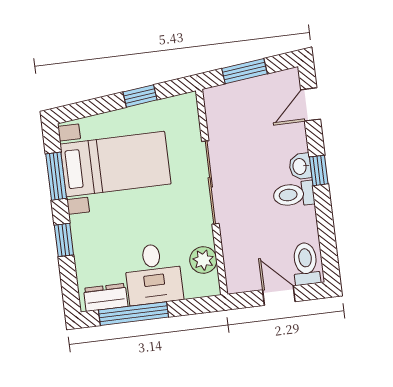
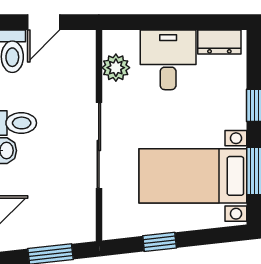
door: (279, 296) -> (44, 22), hinge flipped
window: (133, 314) -> (193, 22), removed

